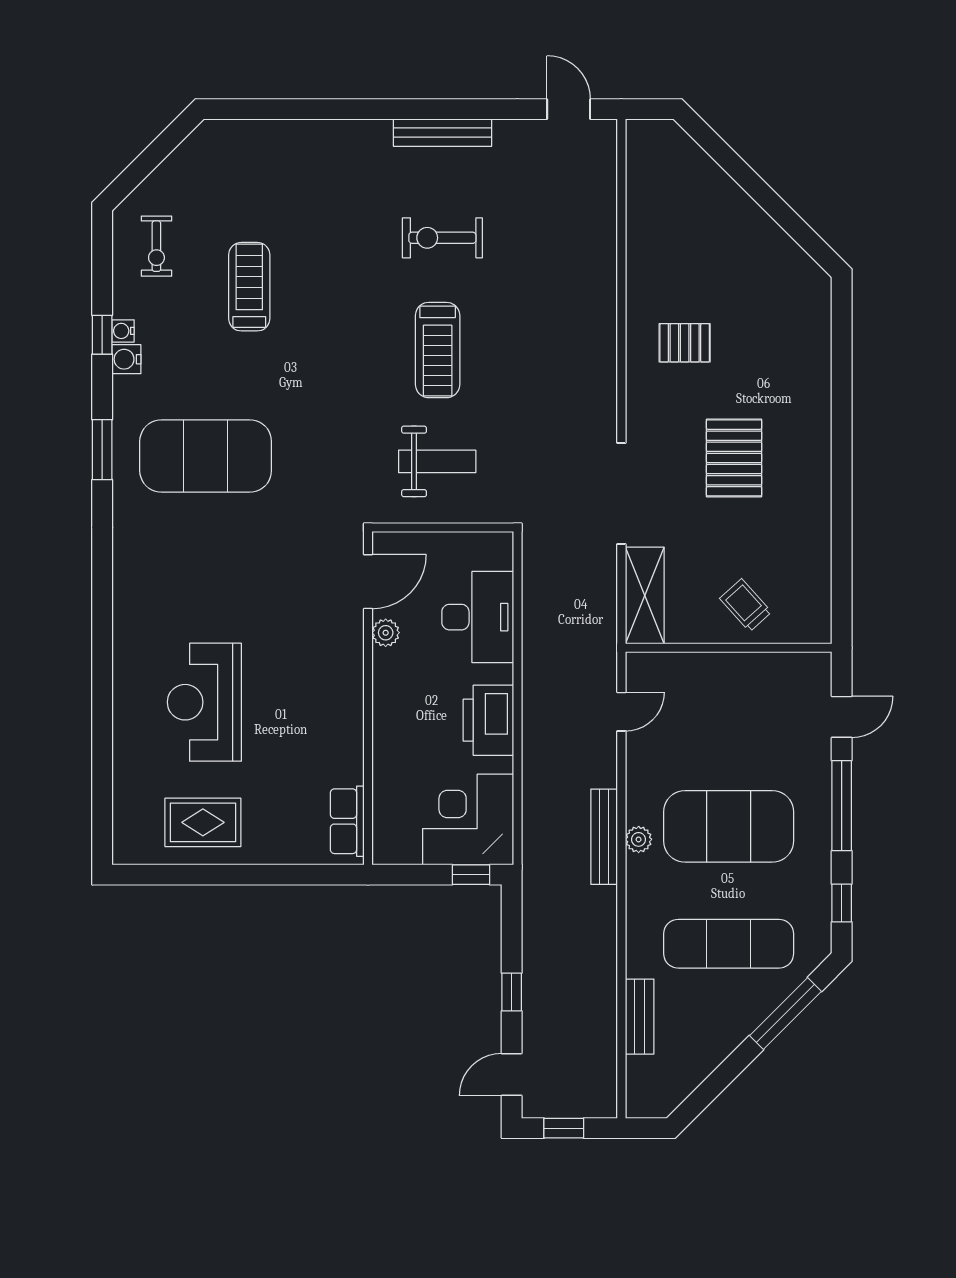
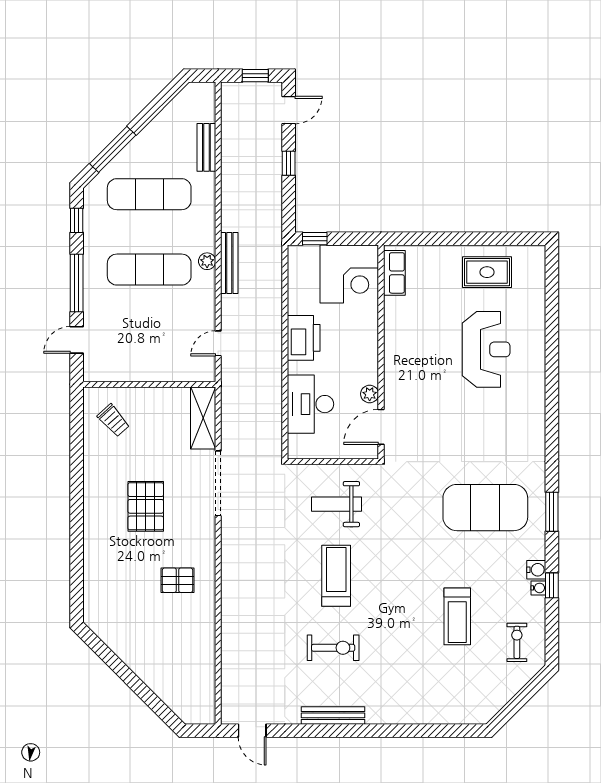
trolley: (746, 605) -> (113, 420), moved
corner desk: (468, 819) -> (349, 274), moved
exercise mat: (729, 826) -> (149, 270), width x0.68

